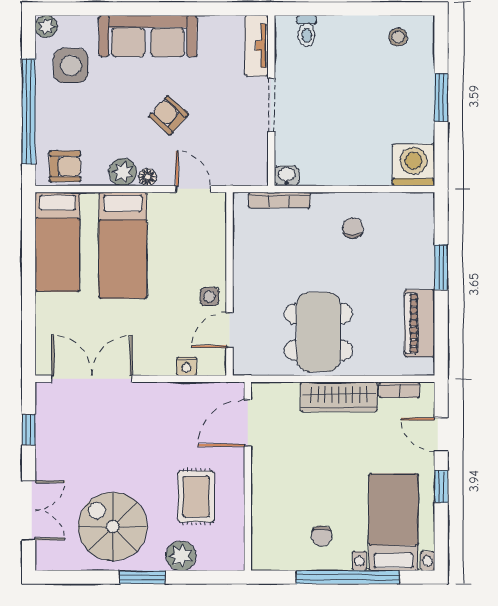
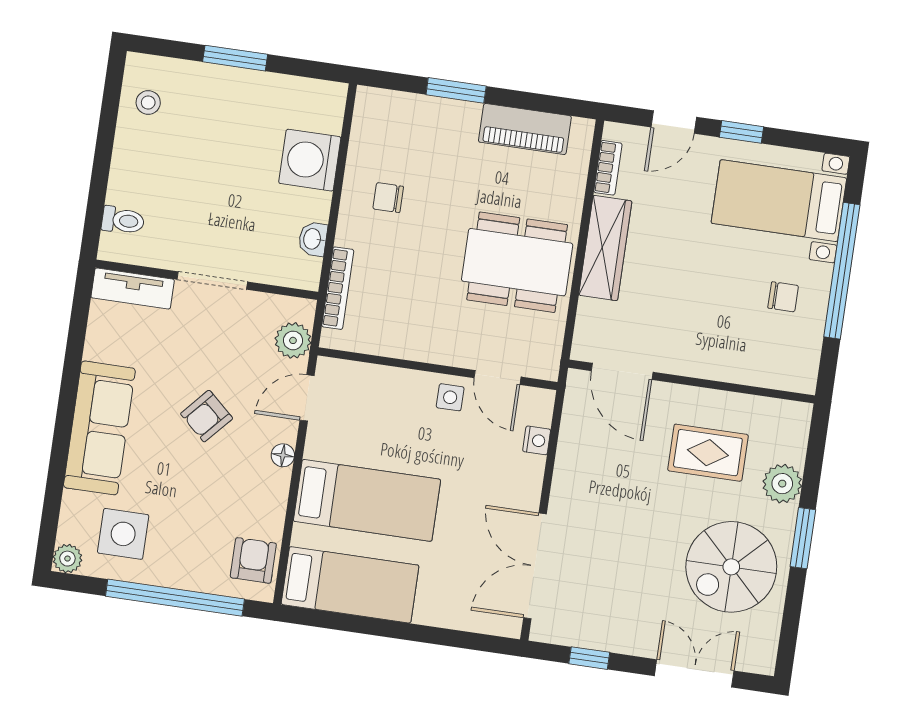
washing machine: (414, 165) -> (310, 160), moved
plant: (123, 172) -> (293, 340), moved
washbasin: (287, 176) -> (313, 239), moved

